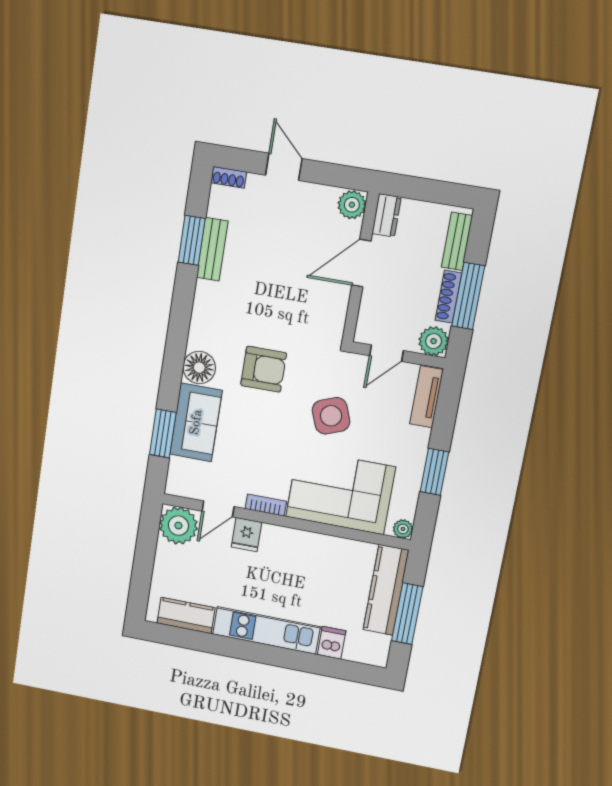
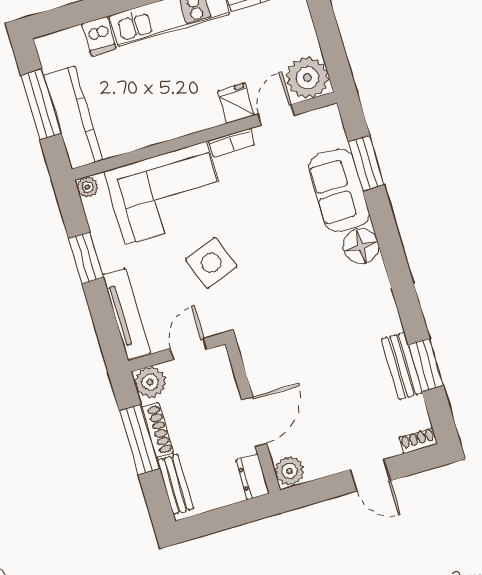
armchair: (264, 369) -> (298, 276), removed
tv unit: (426, 397) -> (127, 314), width x1.41

